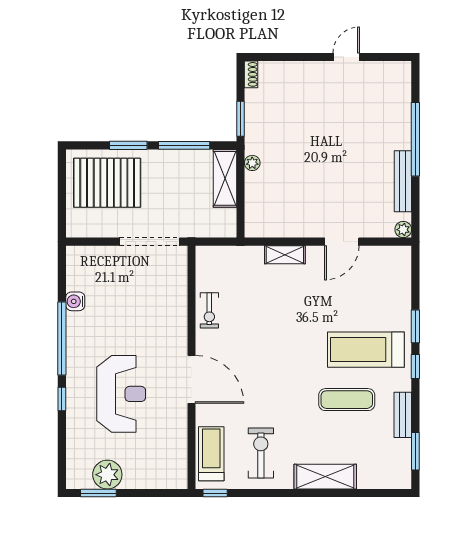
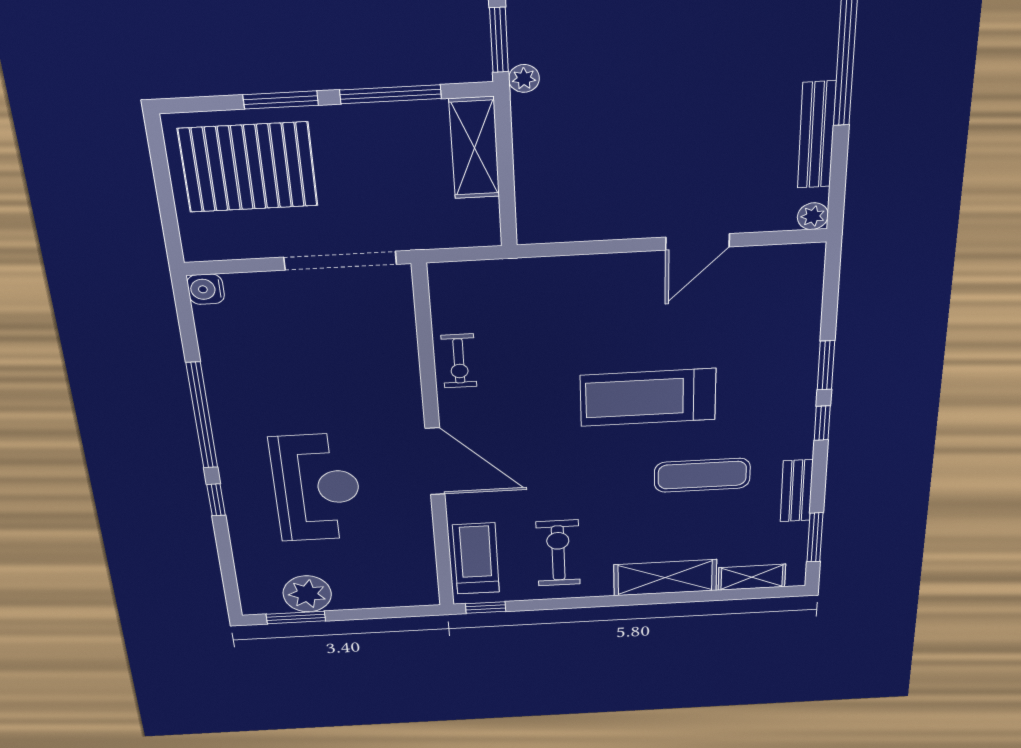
plant: (252, 163) -> (524, 78), moved
shelving: (285, 255) -> (752, 577), moved
water cooler: (75, 301) -> (206, 289), moved
treadmill: (366, 350) -> (648, 397), moved

